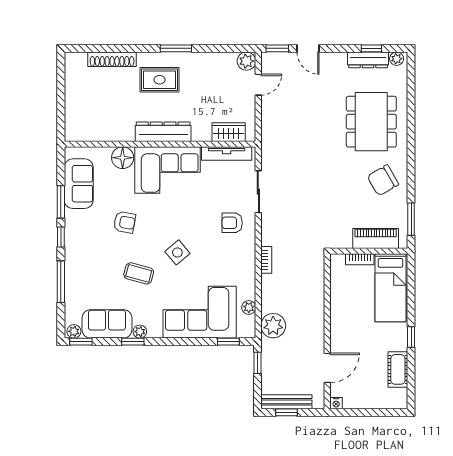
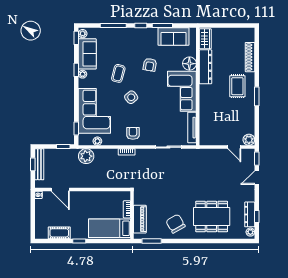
dresser: (163, 132) -> (205, 67), moved
wardrobe: (229, 132) -> (205, 39), moved
armchair: (232, 223) -> (133, 133), moved

